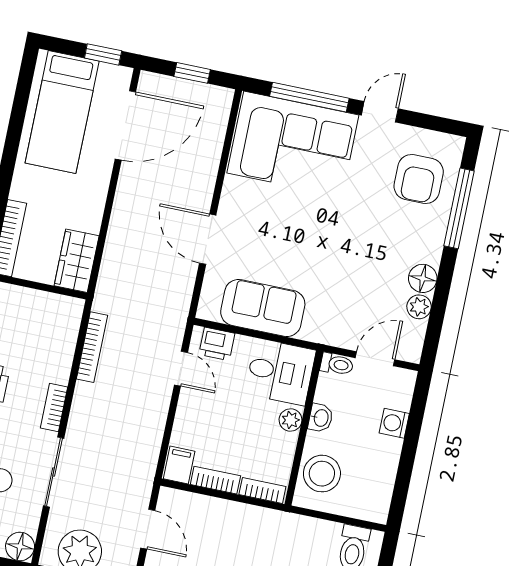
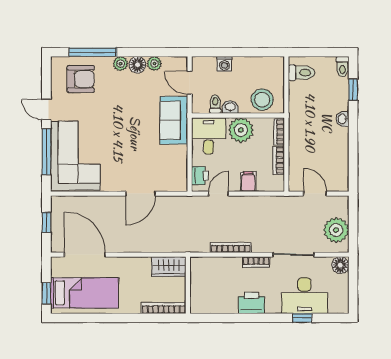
window: (103, 54) -> (46, 293), moved
plant: (430, 251) -> (121, 64), added
sofa: (263, 308) -> (174, 120), moved
bookcase: (92, 347) -> (231, 247), moved
toilet: (337, 364) -> (215, 104), moved
plant: (290, 420) -> (241, 130), width x1.87, depth x1.87
filing cabinet: (179, 465) -> (248, 182), moved, turned 90
door: (148, 529) -> (315, 194), hinge flipped

